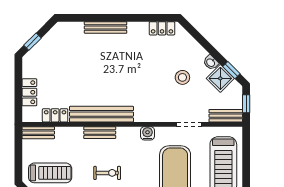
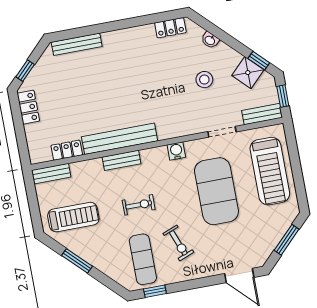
bench: (106, 27) -> (77, 44), moved
washbasin: (211, 62) -> (210, 40), moved
locker: (29, 92) -> (28, 107), moved

